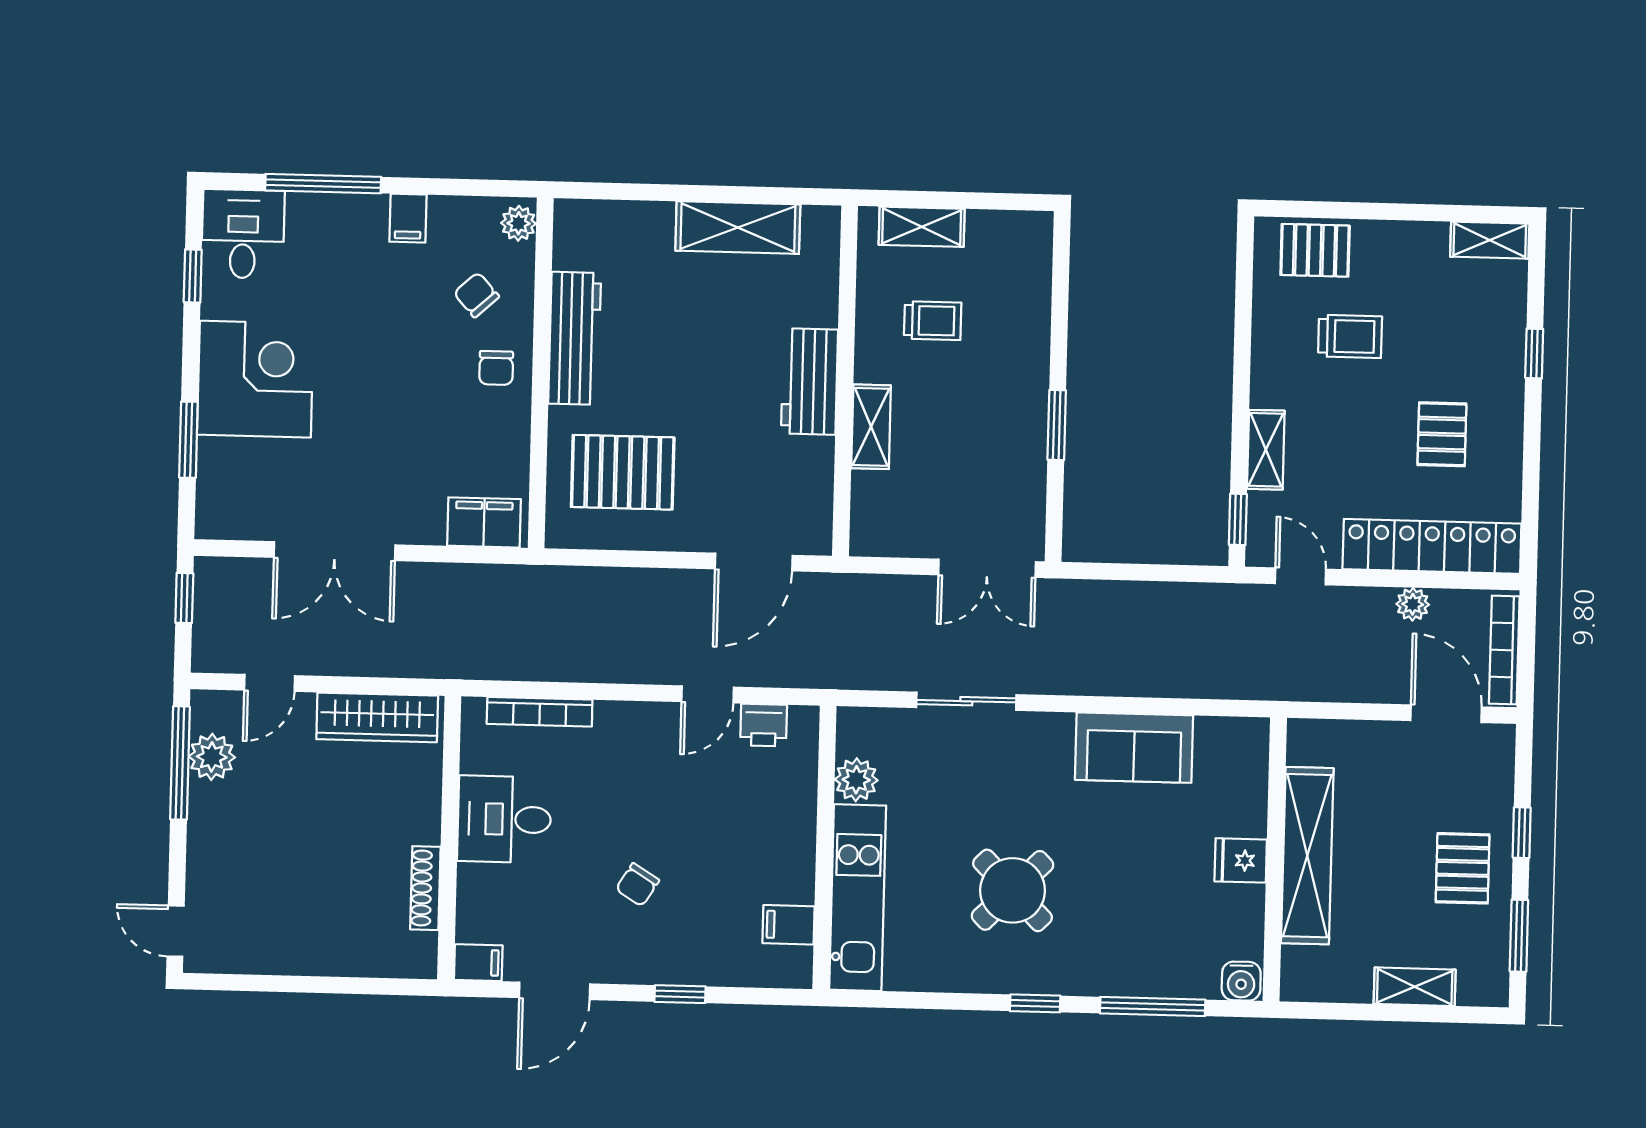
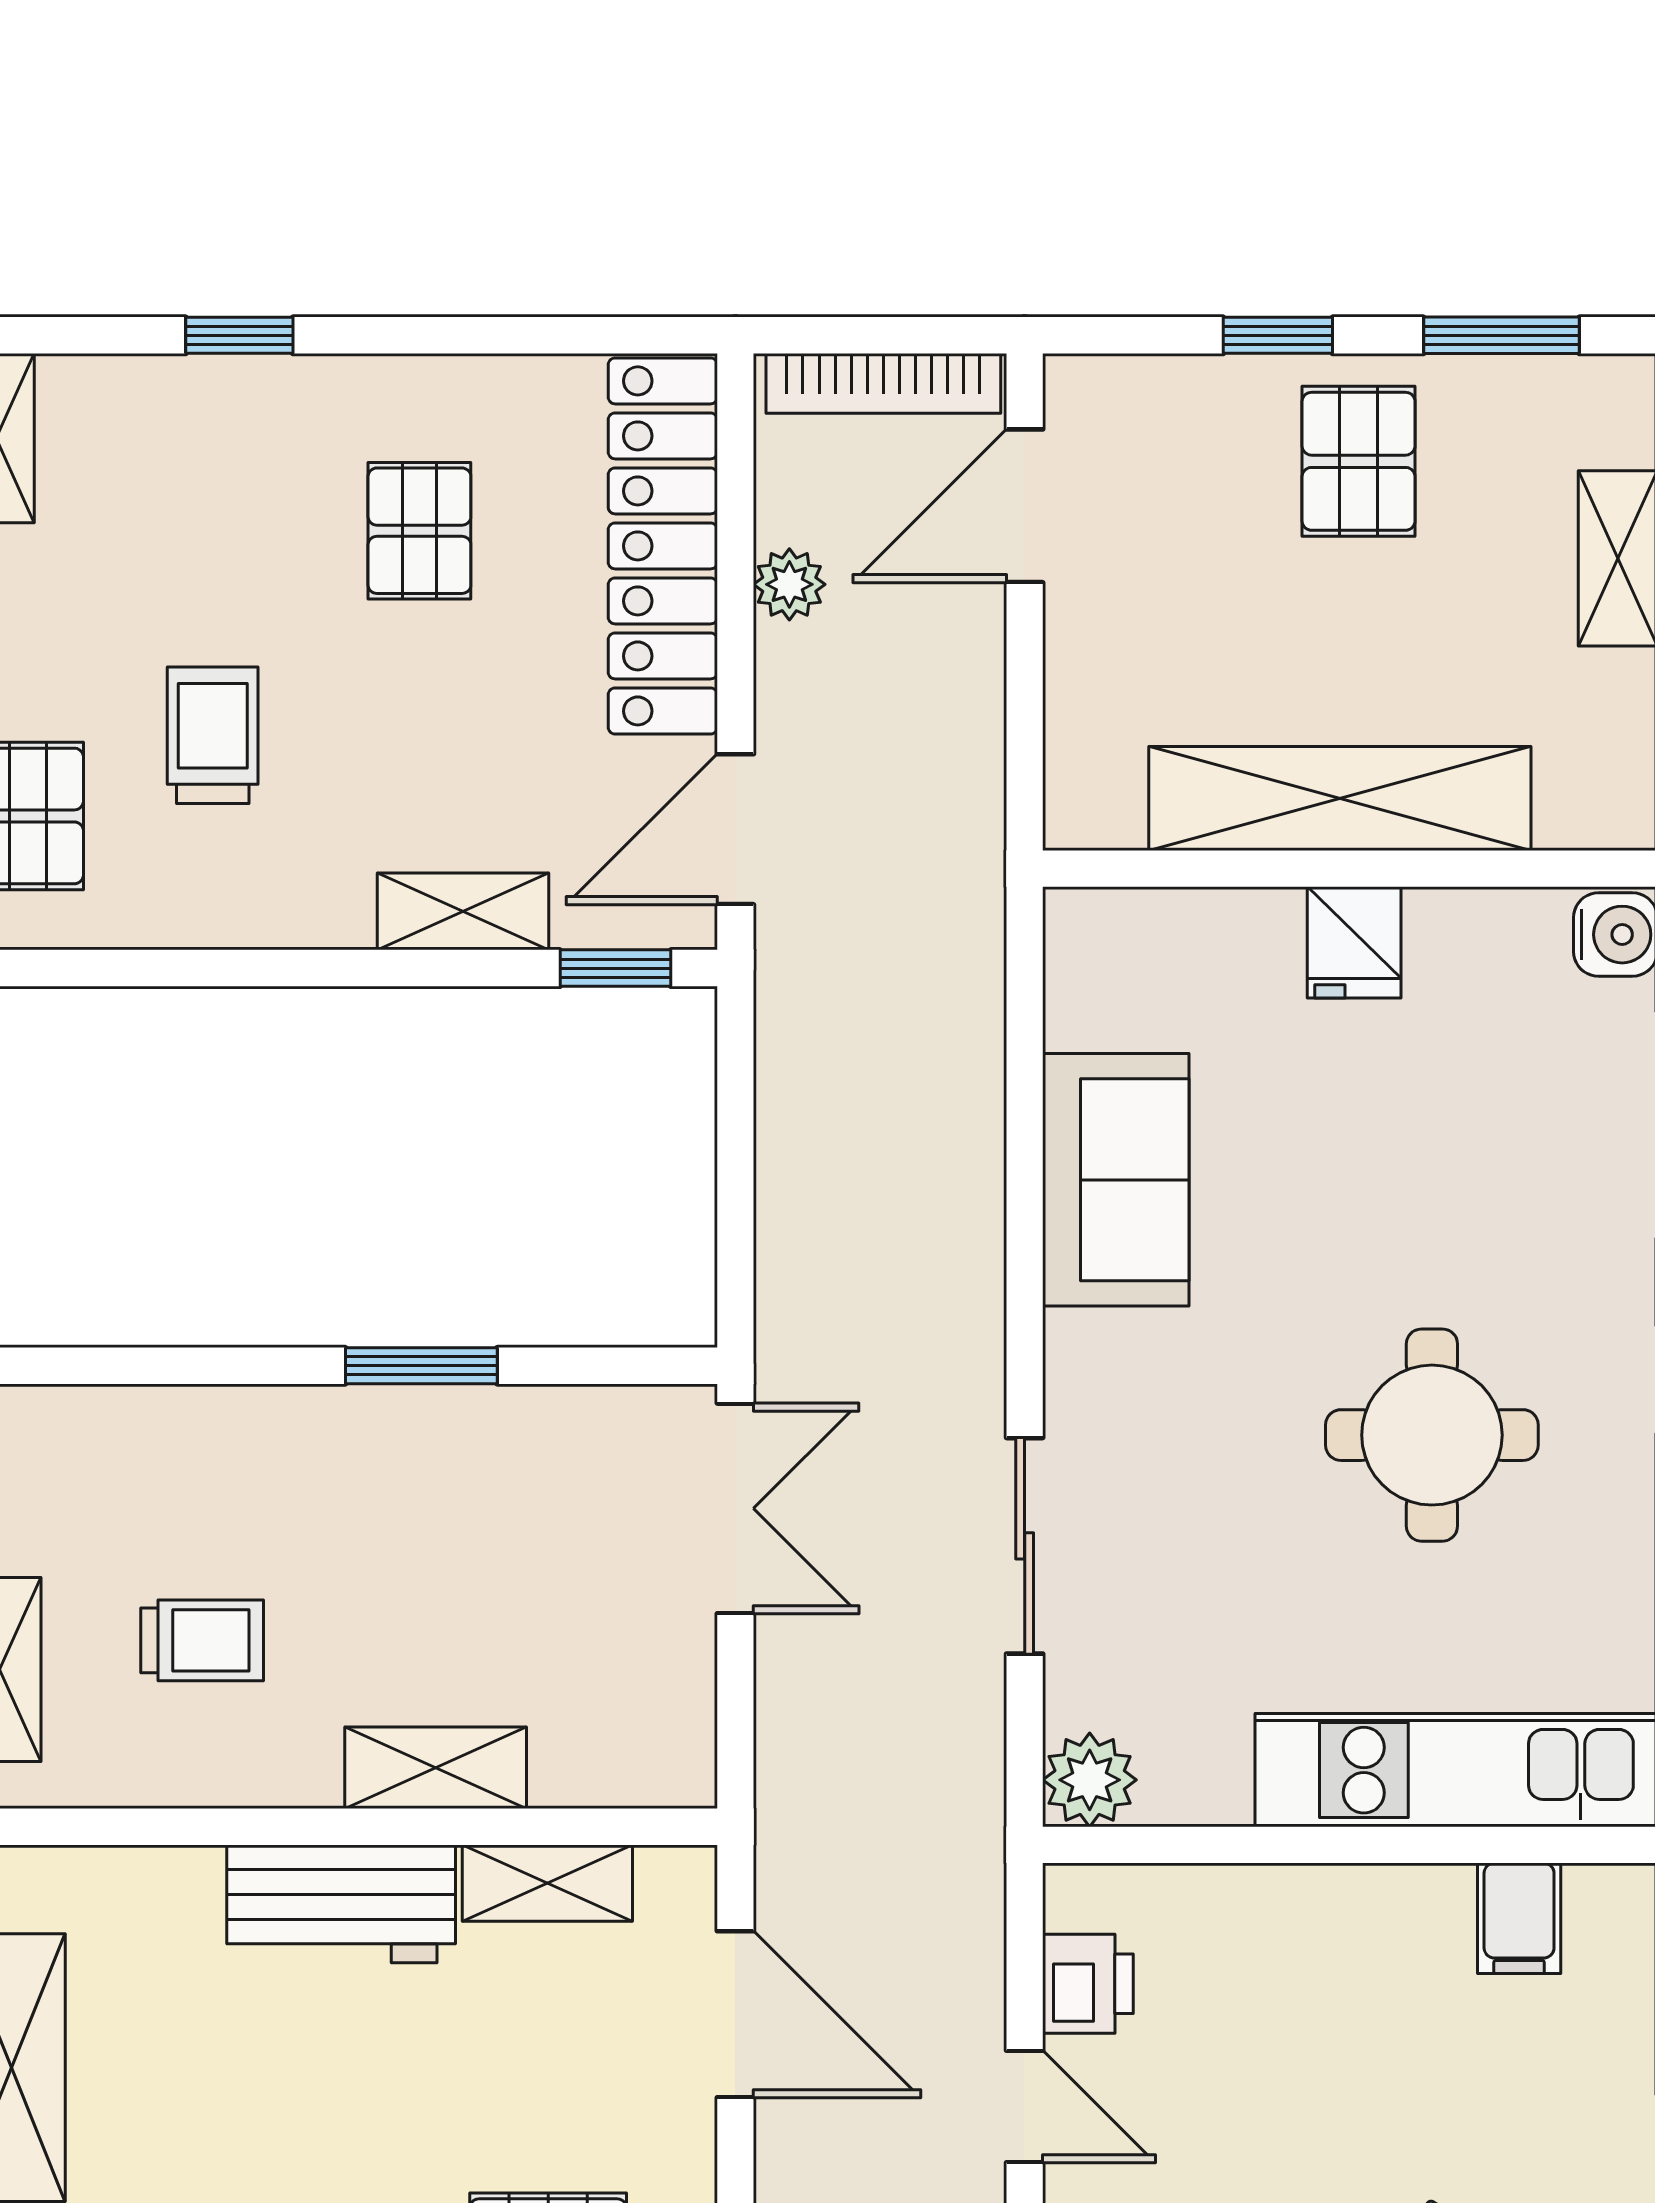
trolley: (933, 321) -> (202, 1640), turned 90
pallet: (1442, 434) -> (419, 531), turned 90
shelving: (817, 477) -> (547, 1883), added
door: (1300, 576) -> (735, 829), width x1.37
plant: (856, 780) -> (1090, 1780), moved
pallet: (1463, 868) -> (1359, 461), turned 90
round table: (1013, 890) -> (1432, 1435), turned 45

